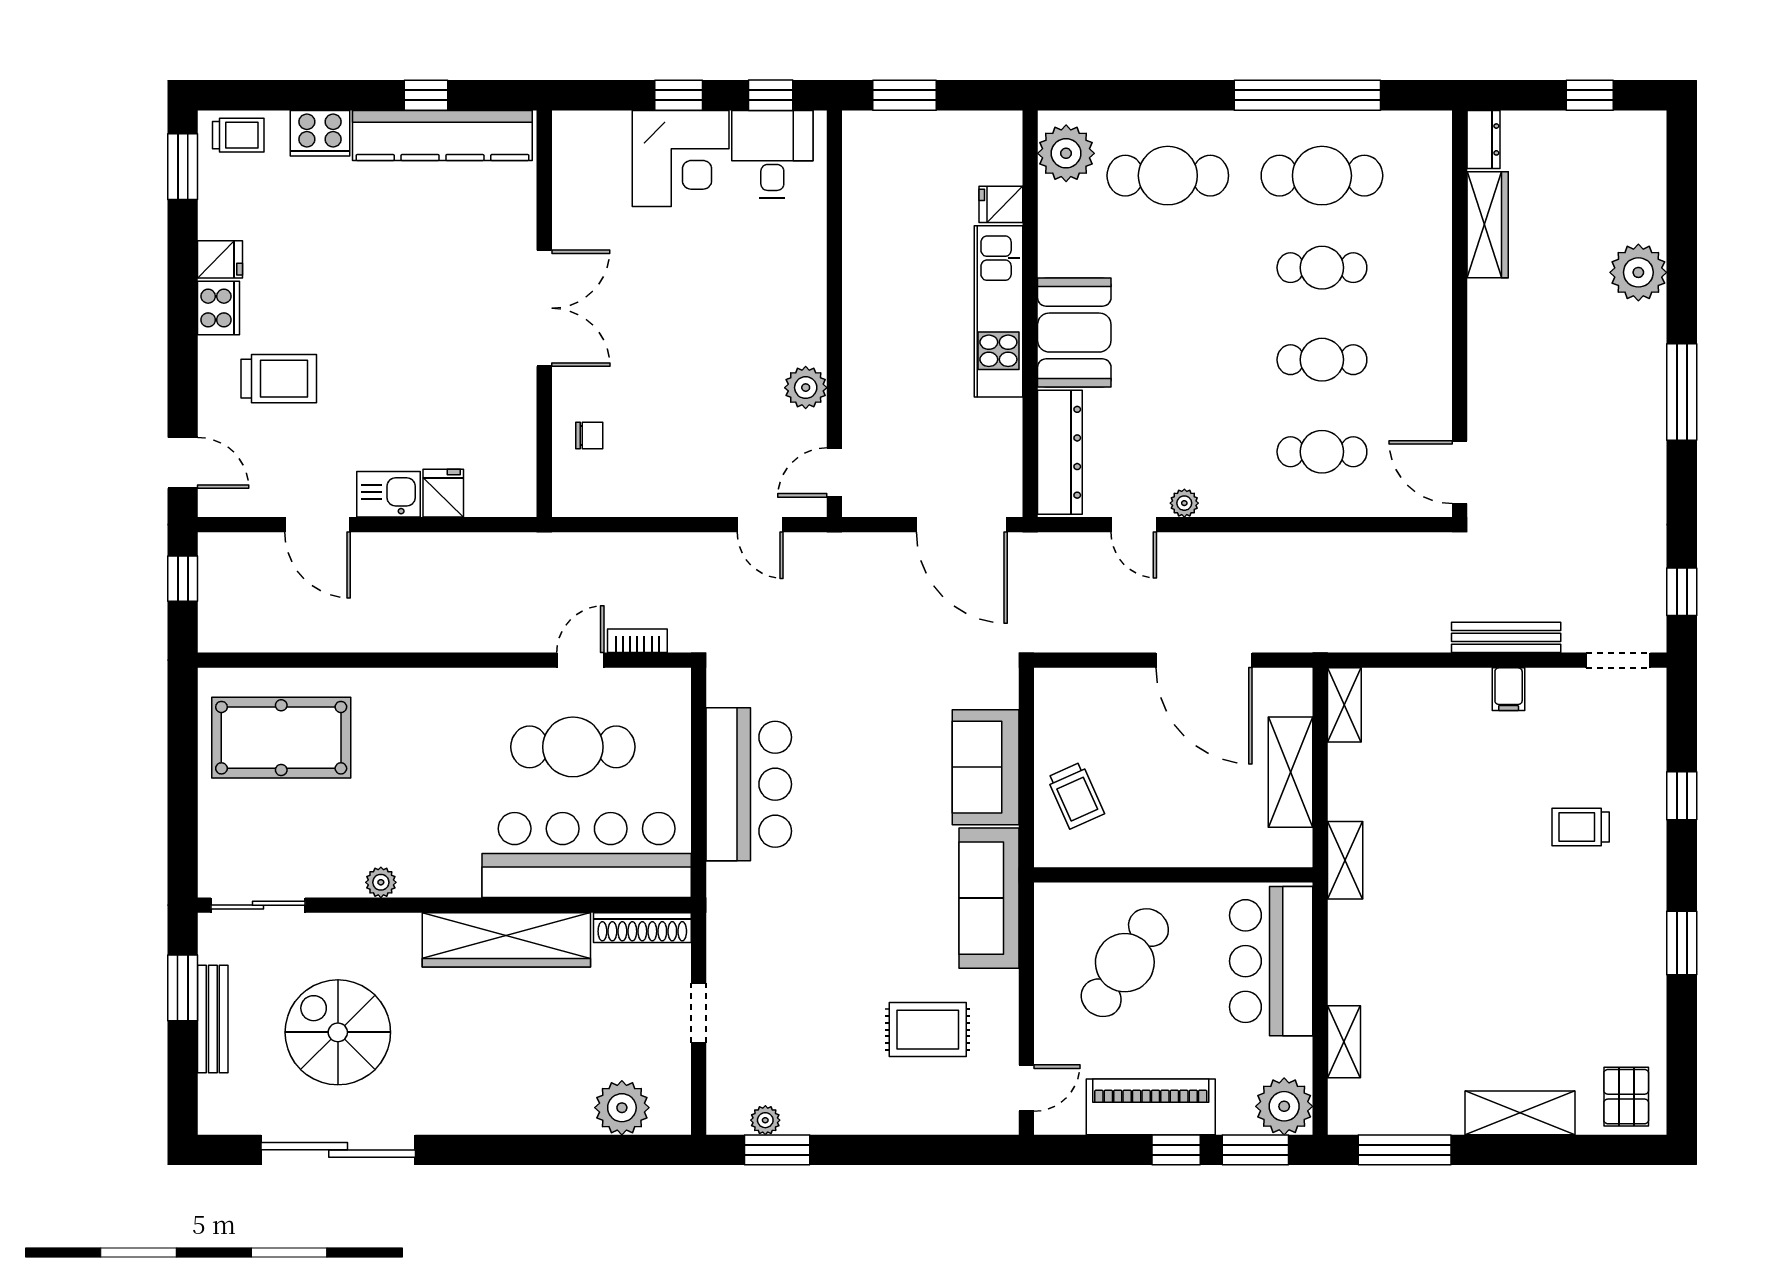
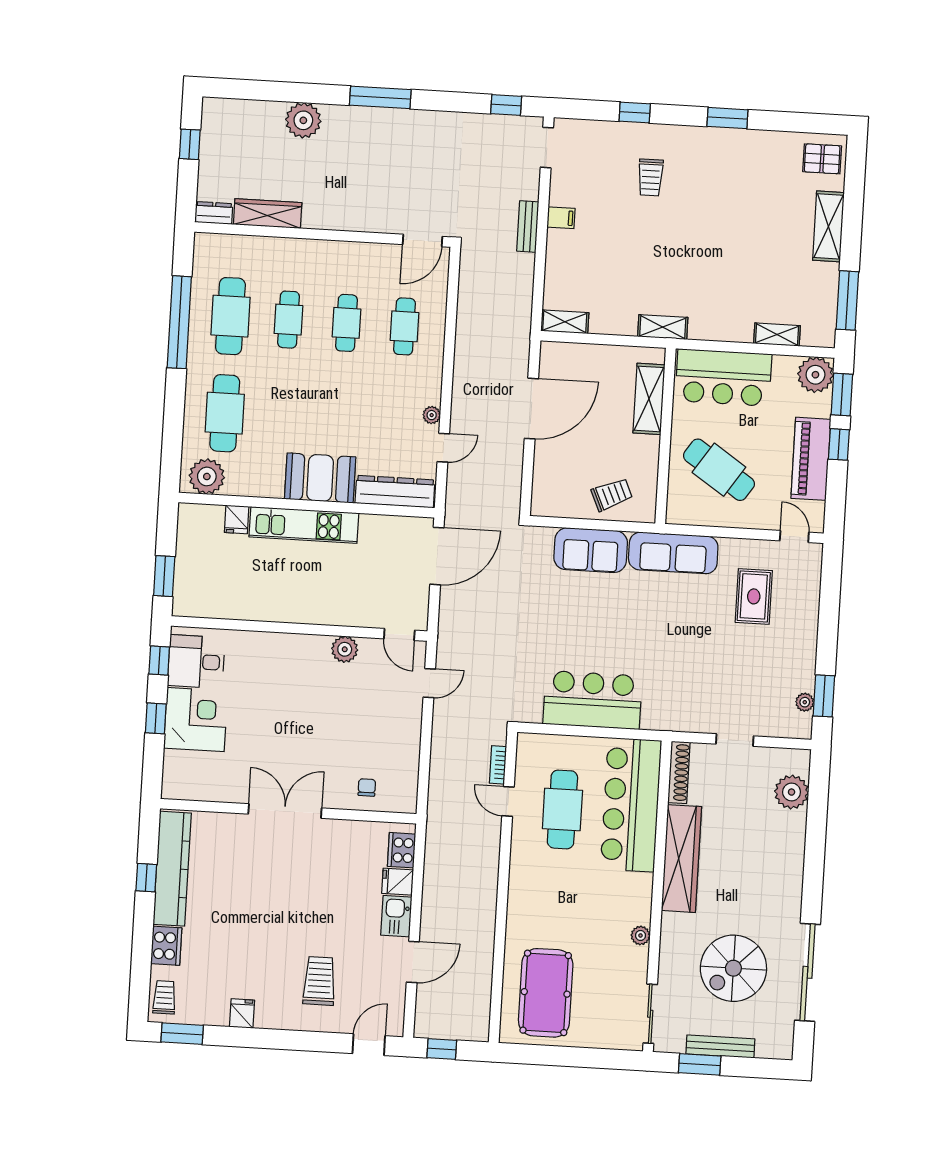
cooker: (218, 308) -> (401, 850), moved, turned -90
bench: (1506, 637) -> (528, 226), width x0.73
shelving: (1291, 772) -> (649, 399), moved, turned 90

